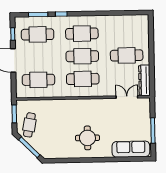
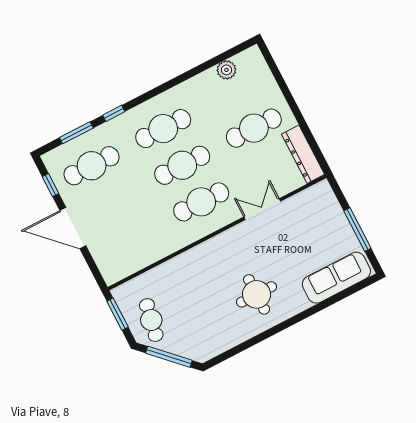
plant: (127, 20) -> (226, 70), added
cafe table: (38, 80) -> (130, 239), removed
double door: (127, 97) -> (262, 209), moved

